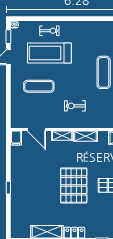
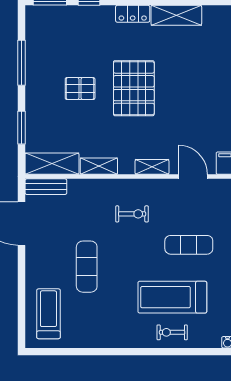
treadmill: (49, 53) -> (172, 297), turned 180
shelving: (86, 136) -> (99, 166), moved

